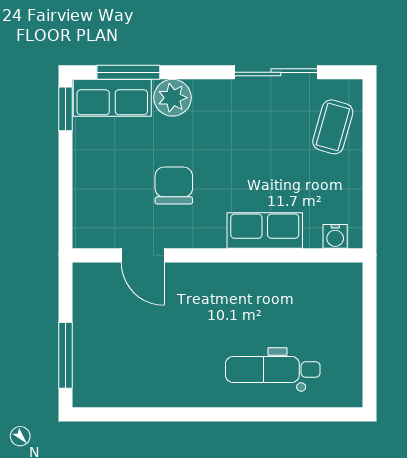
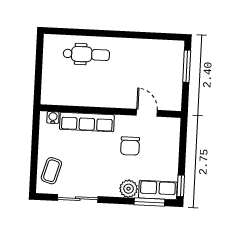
row of seats: (265, 231) -> (87, 122), width x1.48

